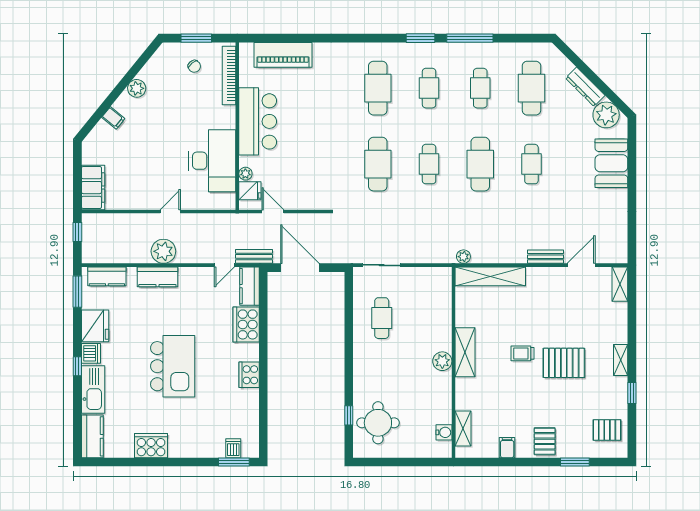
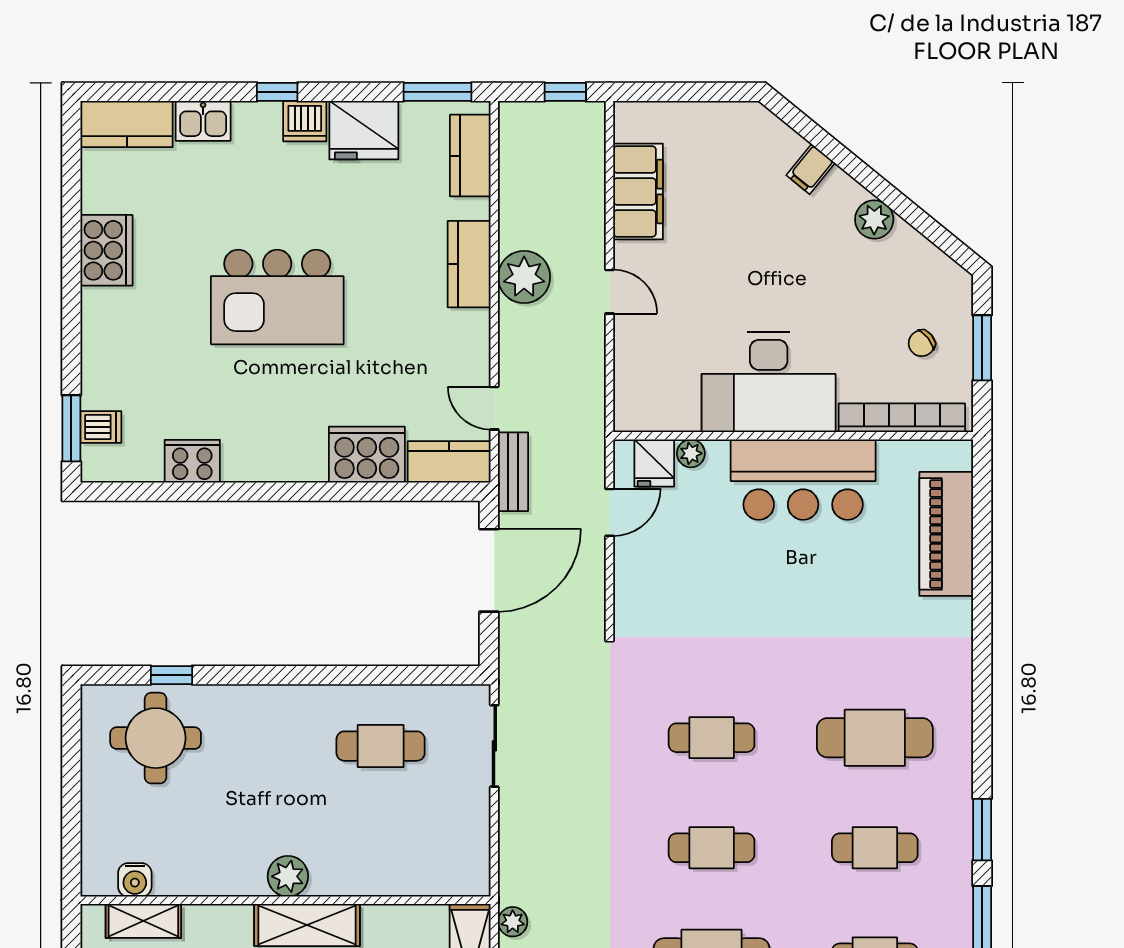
desk: (212, 161) -> (769, 382), moved
cafe table: (378, 164) -> (712, 738), width x0.73, depth x0.74
filing cabinet: (93, 188) -> (638, 191), moved, turned -90
cooker: (249, 375) -> (192, 461), moved
kitchen sink: (93, 389) -> (203, 121), width x0.53, depth x0.81

